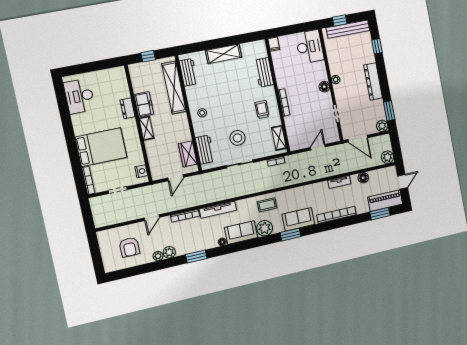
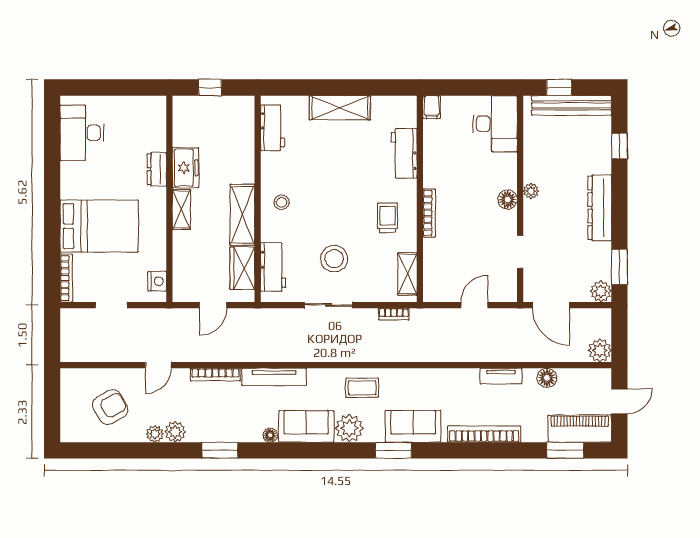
shelving: (174, 88) -> (242, 215), moved, width x0.68
armchair: (129, 247) -> (110, 407), turned -119

